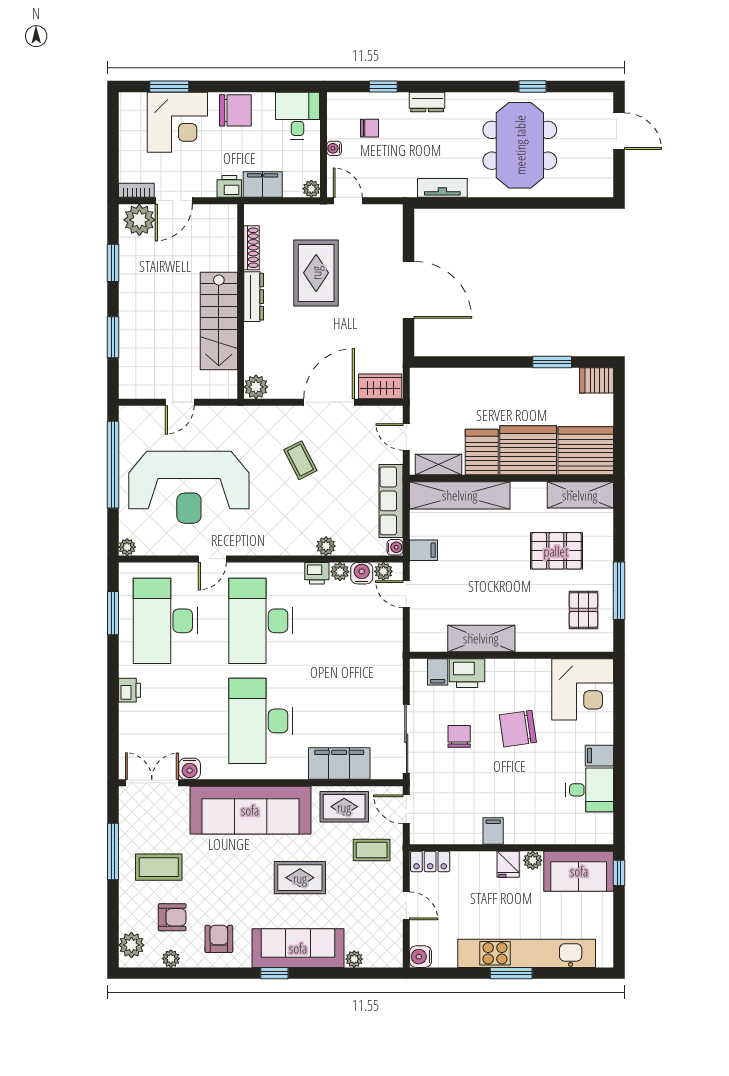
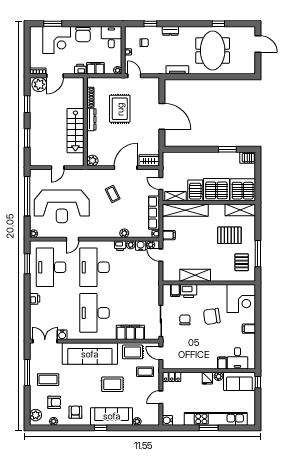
chair: (235, 110) -> (83, 35), turned 90
desk: (590, 790) -> (237, 358), moved, turned 90
filing cabinet: (493, 831) -> (222, 363), moved
door: (406, 906) -> (161, 397), swing flipped

